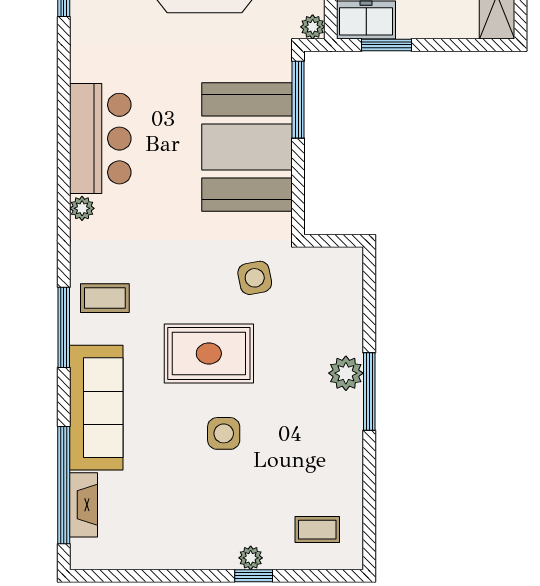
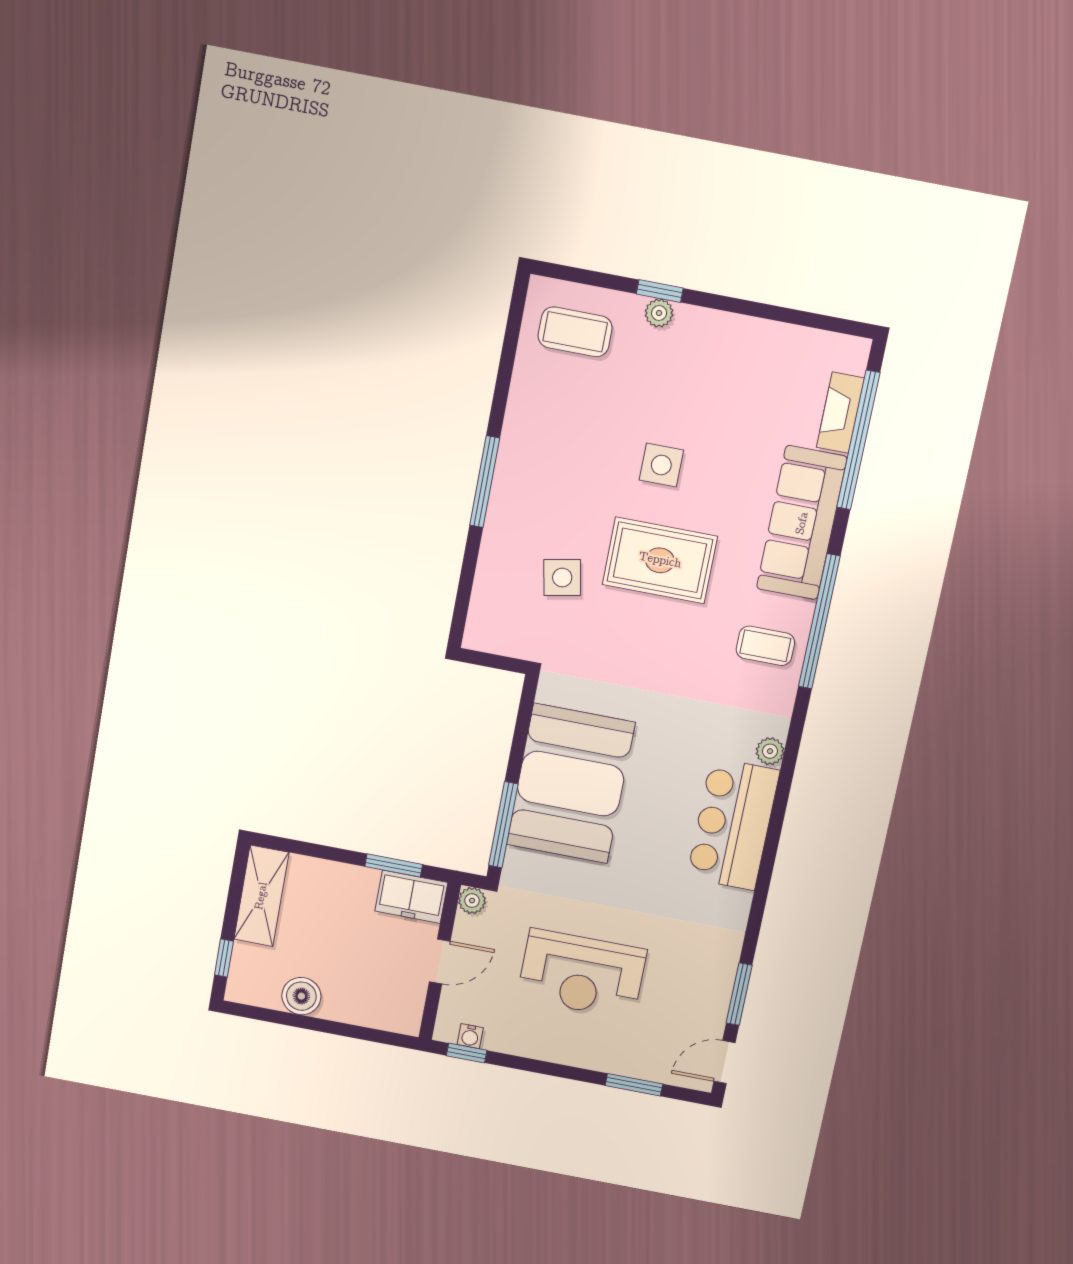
side table: (255, 278) -> (562, 578), moved
window: (64, 327) -> (819, 621), width x1.46
plant: (346, 373) -> (507, 508), removed
coffee table: (317, 530) -> (575, 332), width x1.36, depth x1.30

